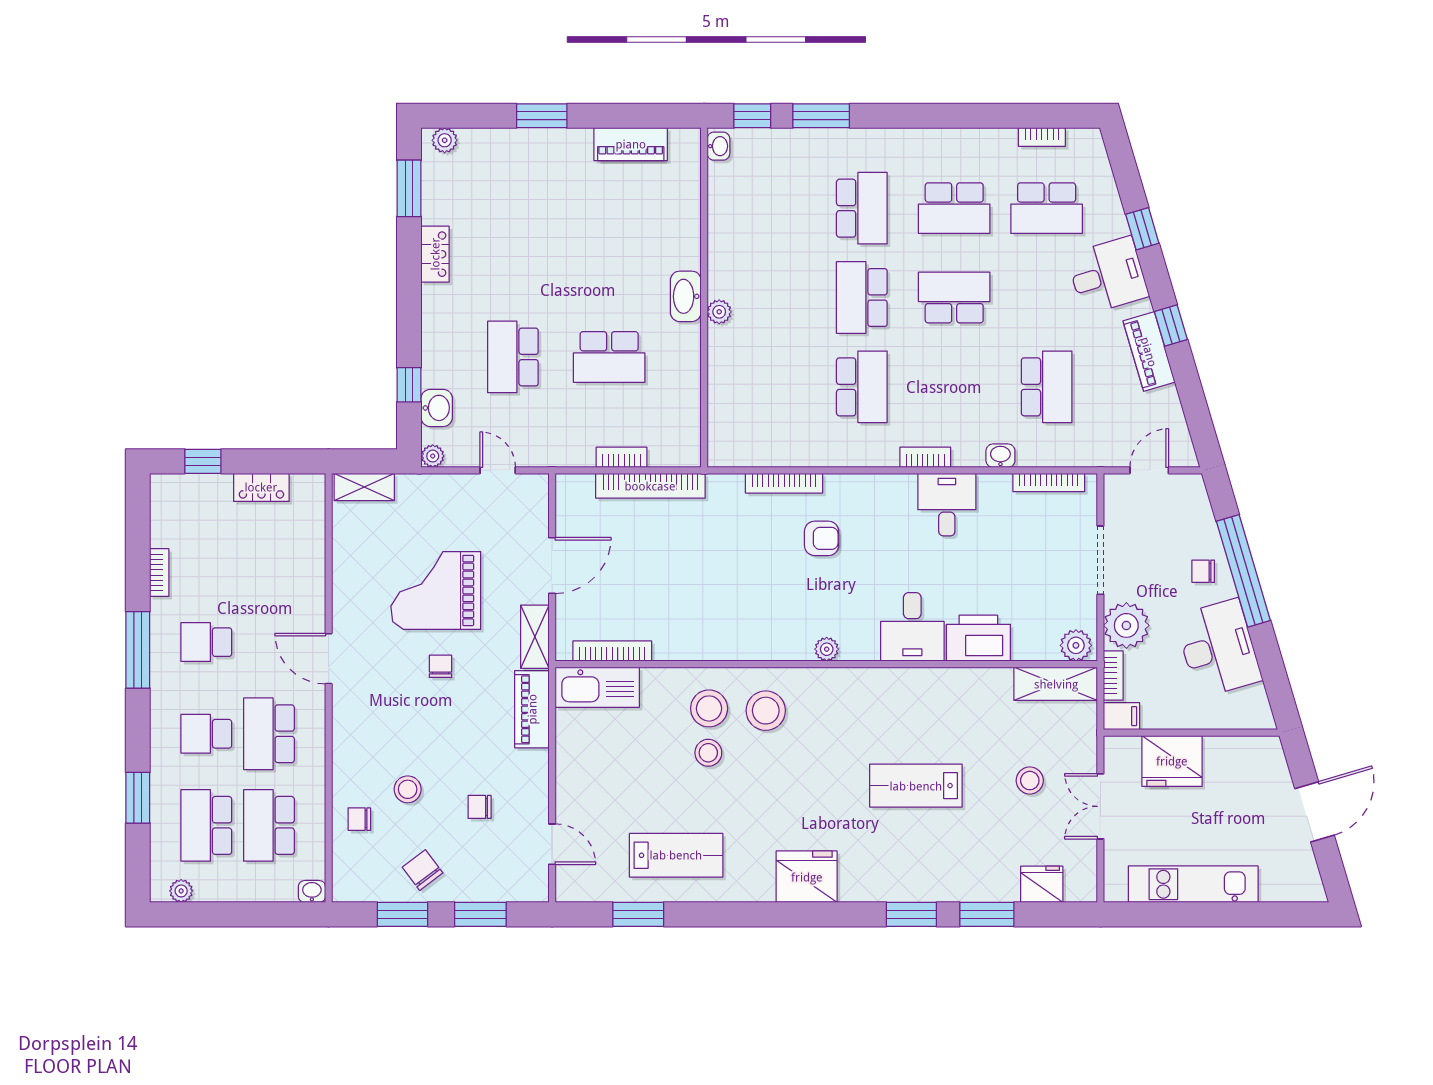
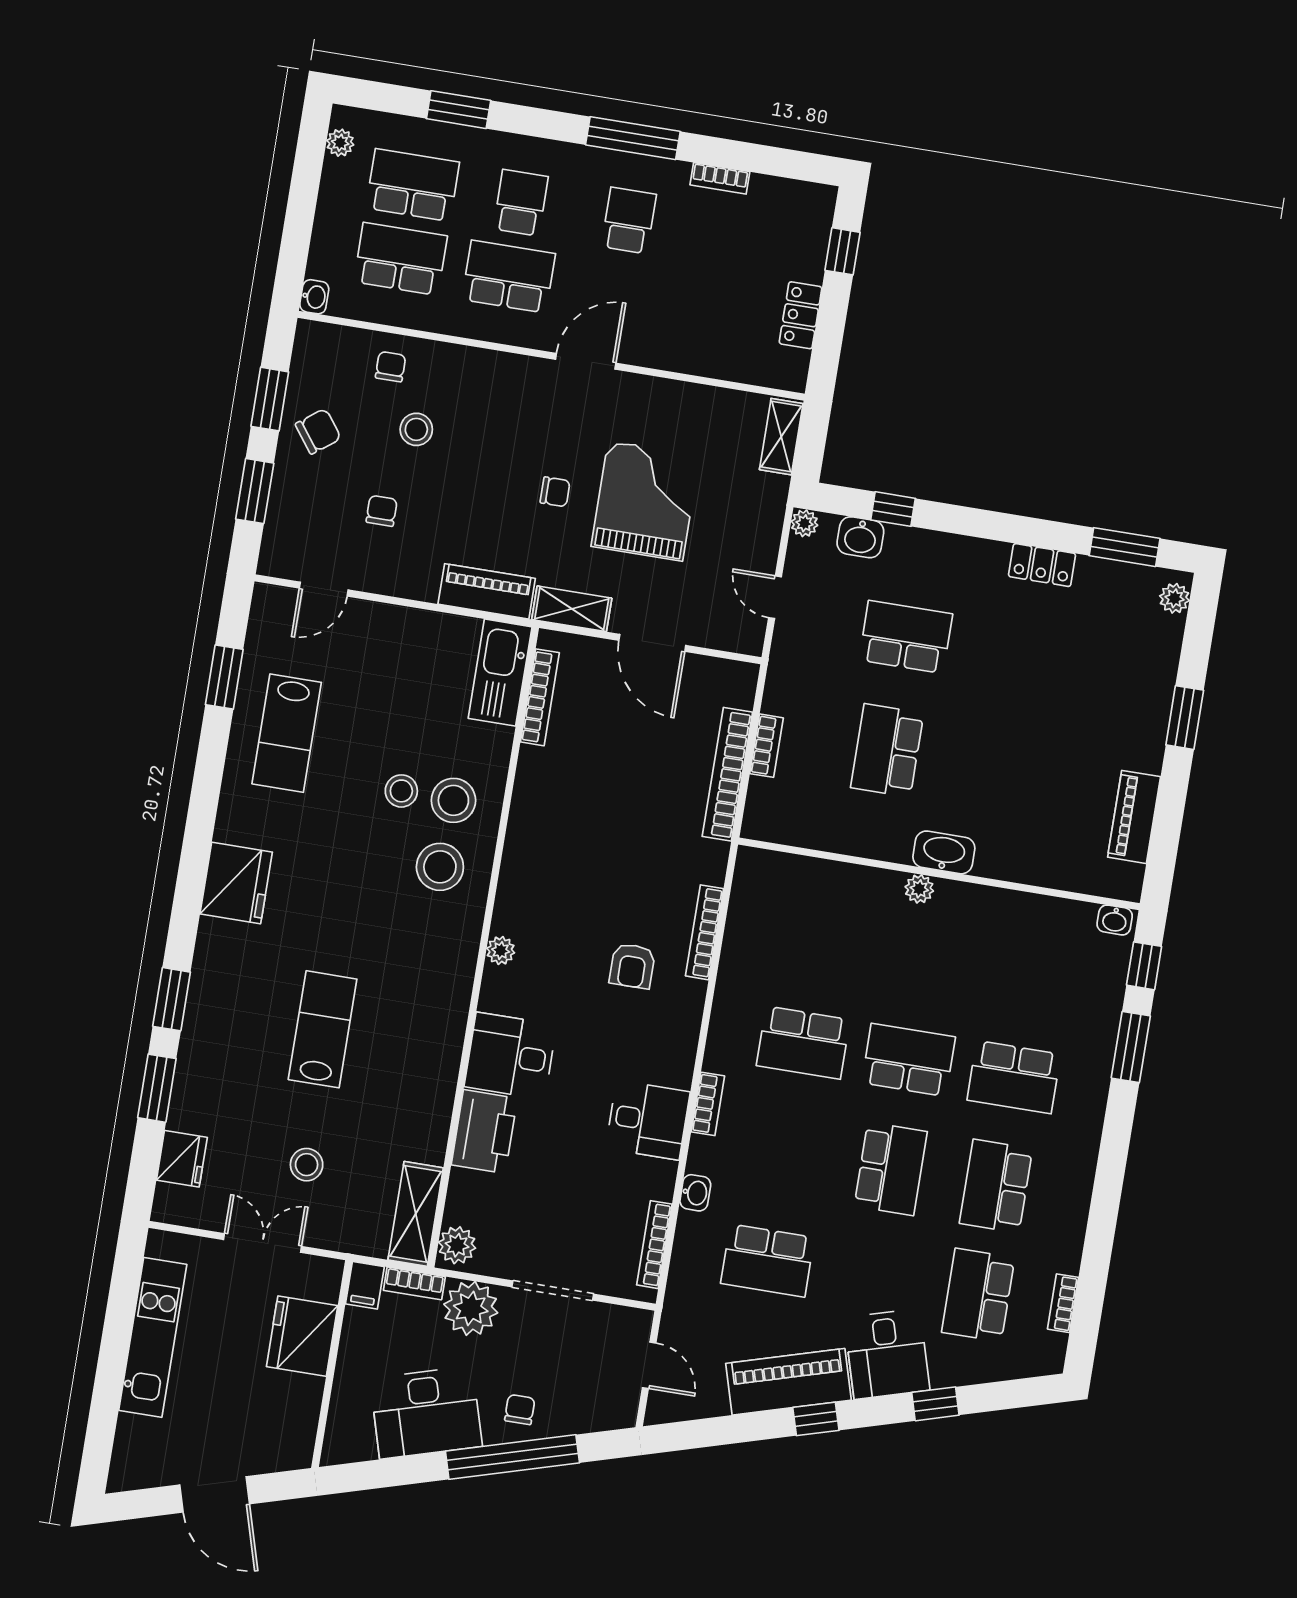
piano: (1149, 352) -> (789, 1382), width x1.37, depth x1.33
door: (498, 470) -> (775, 597), swing flipped

